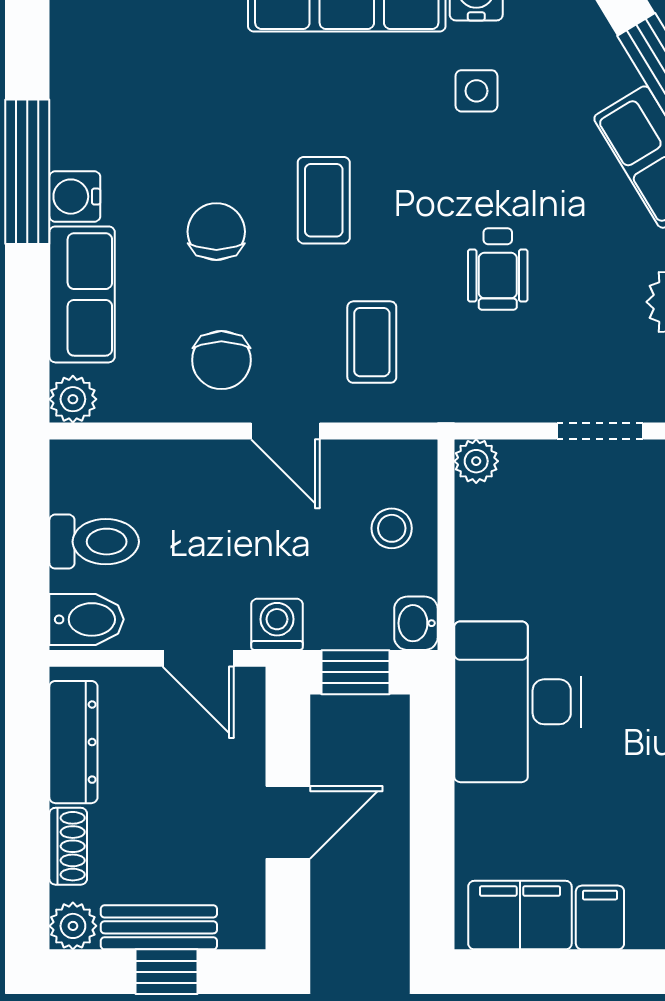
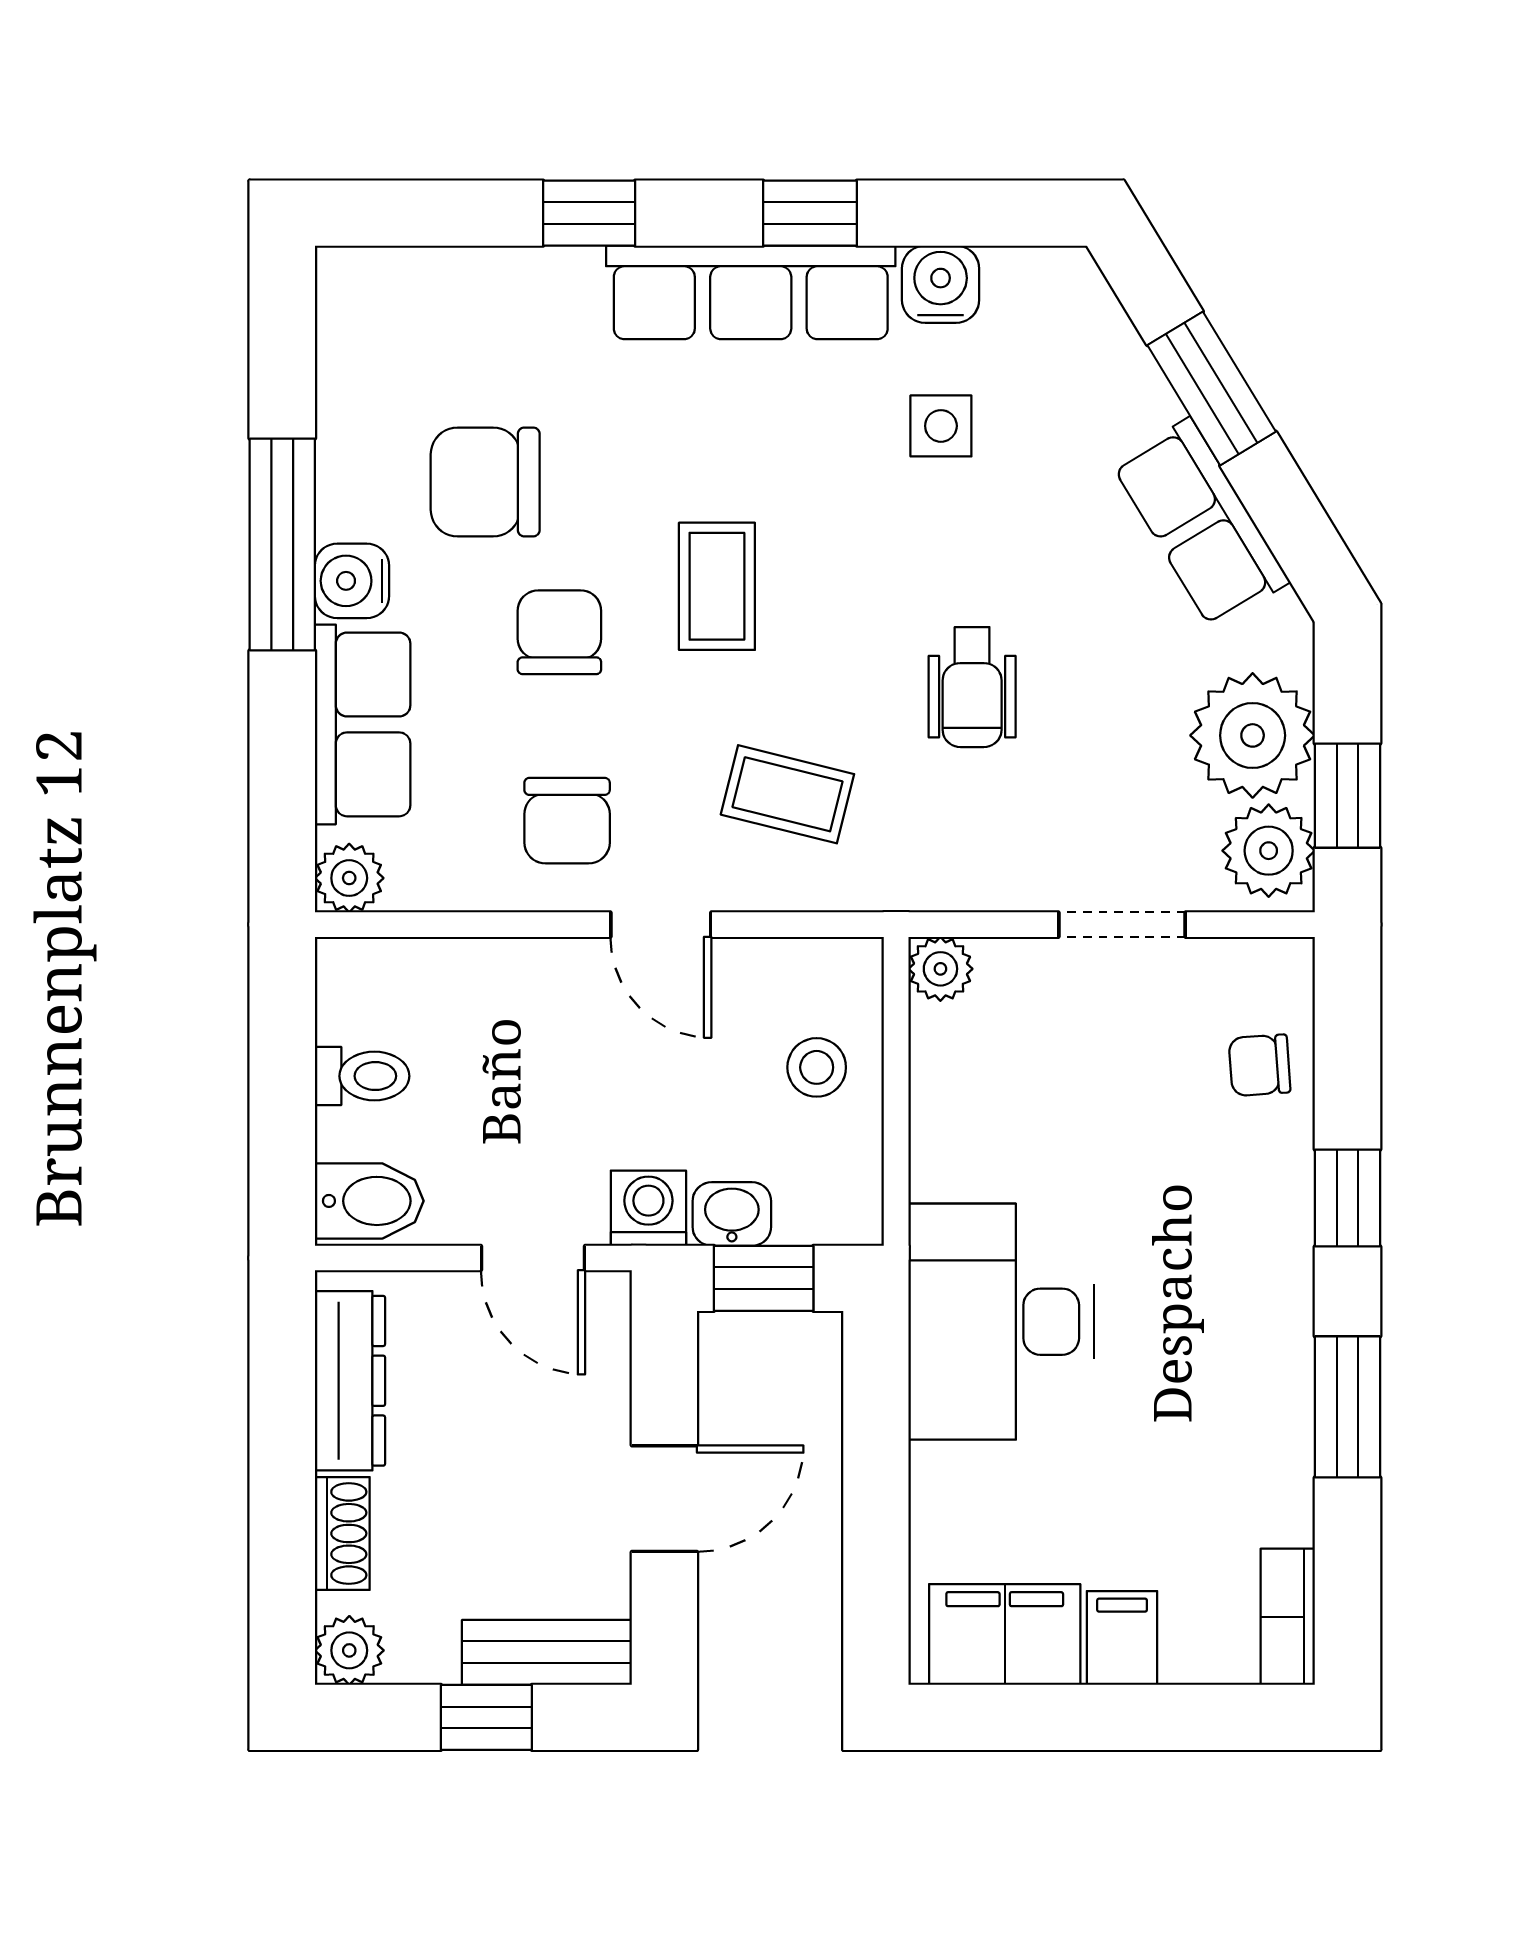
chair: (166, 129) -> (485, 482), added
coffee table: (372, 342) -> (787, 794), turned -76
toilet: (94, 542) -> (362, 1076), width x0.73, depth x0.72
washbasin: (416, 623) -> (732, 1214), moved, turned 90
bench: (159, 927) -> (547, 1652), moved

